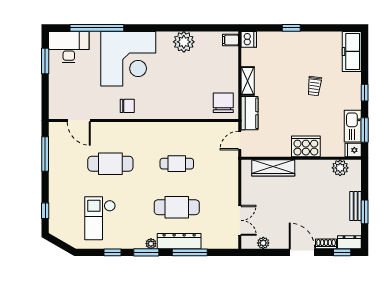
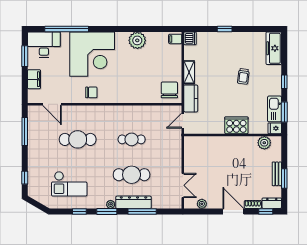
filing cabinet: (57, 90) -> (34, 79), added
wardrobe: (273, 168) -> (210, 143), removed
checkout: (100, 218) -> (69, 184), turned -90

